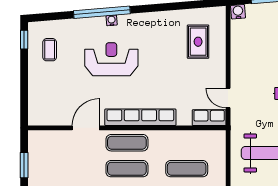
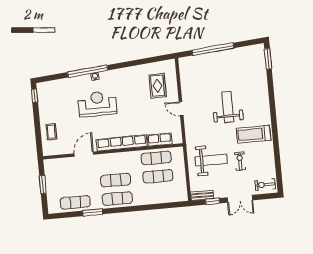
water cooler: (238, 12) -> (184, 62), removed
coffee table: (50, 50) -> (51, 132), moved
door: (228, 98) -> (181, 109), moved
row of seats: (209, 118) -> (159, 140), moved
exercise mat: (127, 143) -> (156, 158), moved

